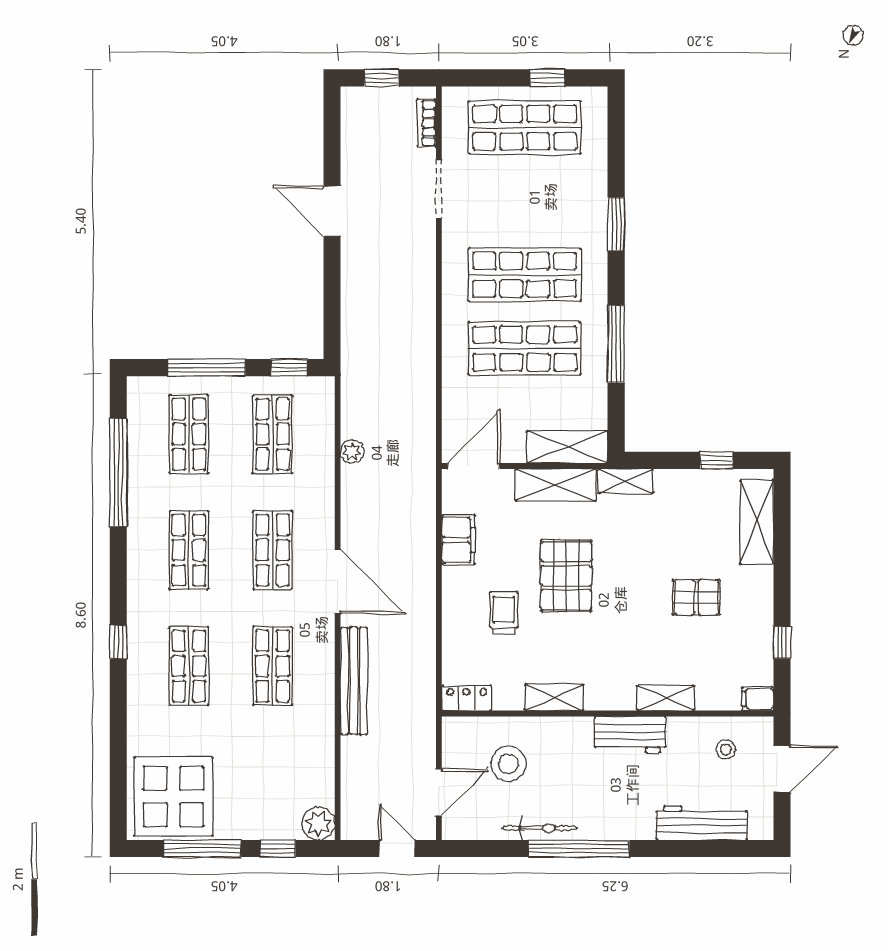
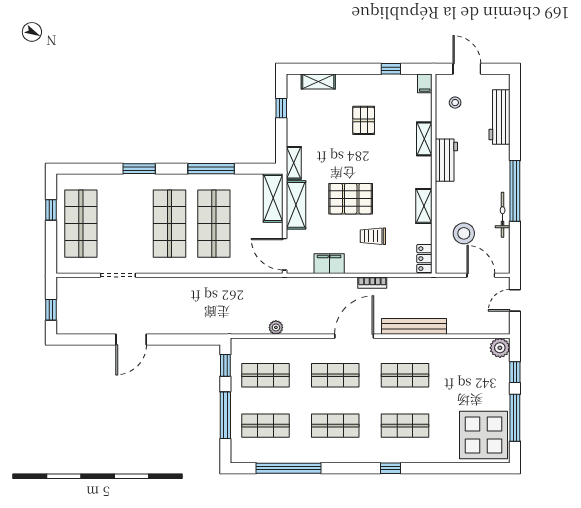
bookcase: (427, 123) -> (372, 283), moved
shelving: (757, 522) -> (318, 81), width x0.67, depth x0.75

